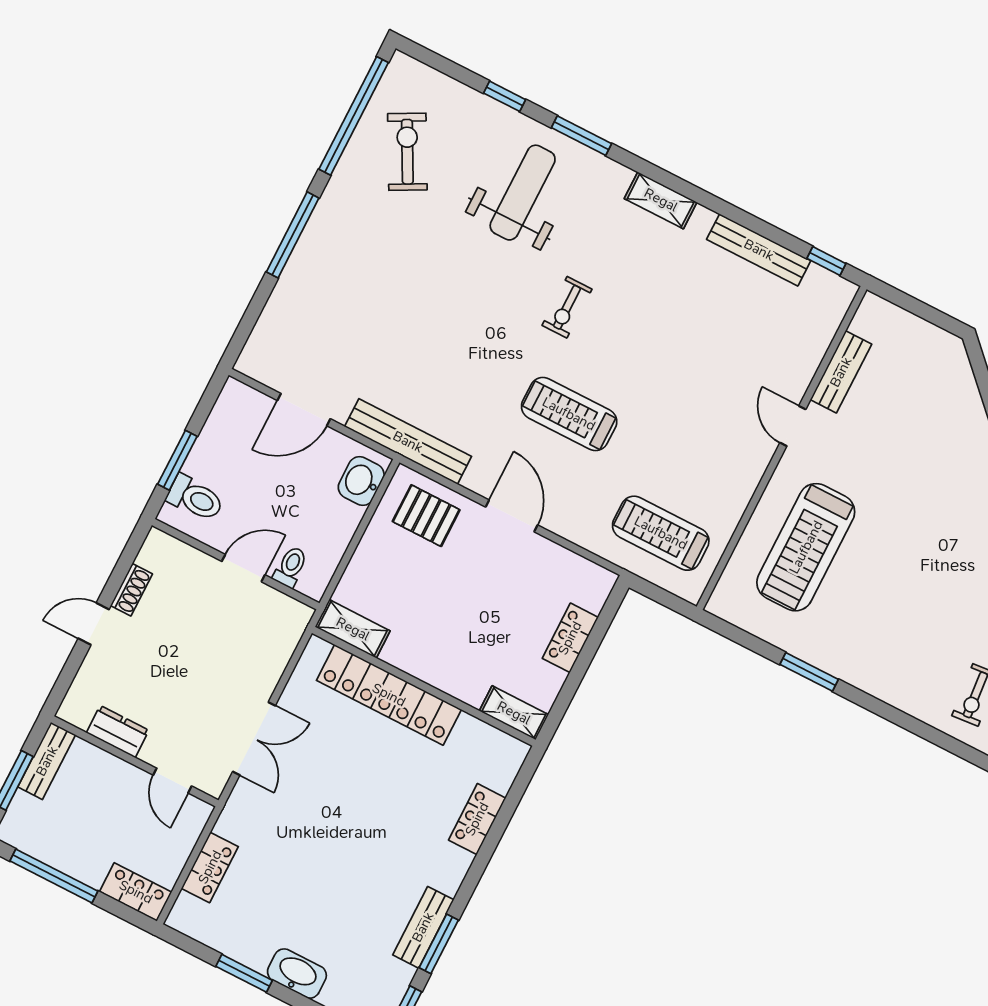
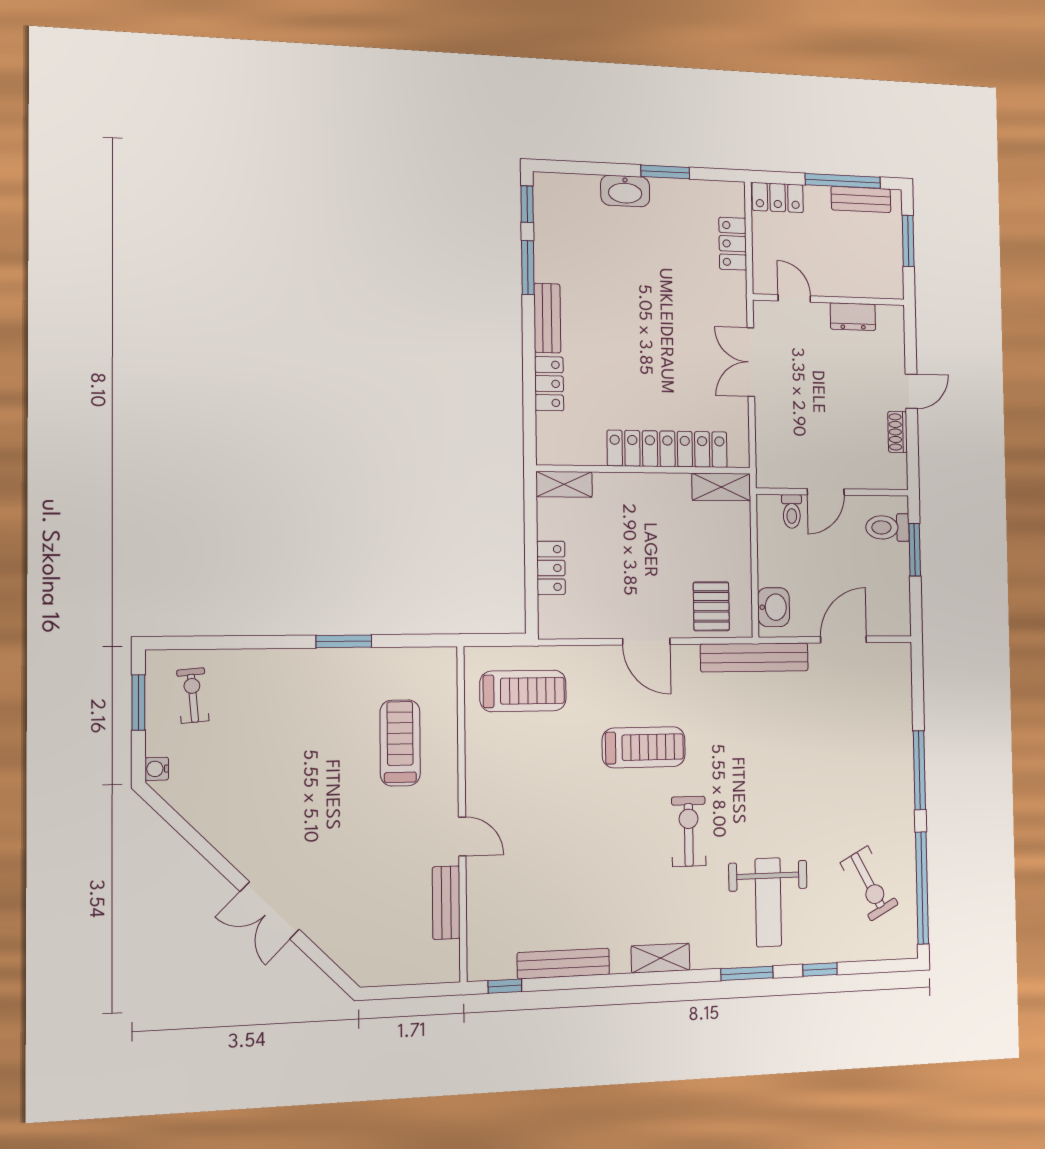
exercise bike: (567, 307) -> (689, 831), width x1.38, depth x1.39
pallet: (426, 516) -> (711, 606), turned 90
treadmill: (806, 547) -> (400, 743), width x0.73, depth x0.73
bench: (47, 761) -> (861, 199), moved, turned 90
bench: (423, 927) -> (547, 318), moved

